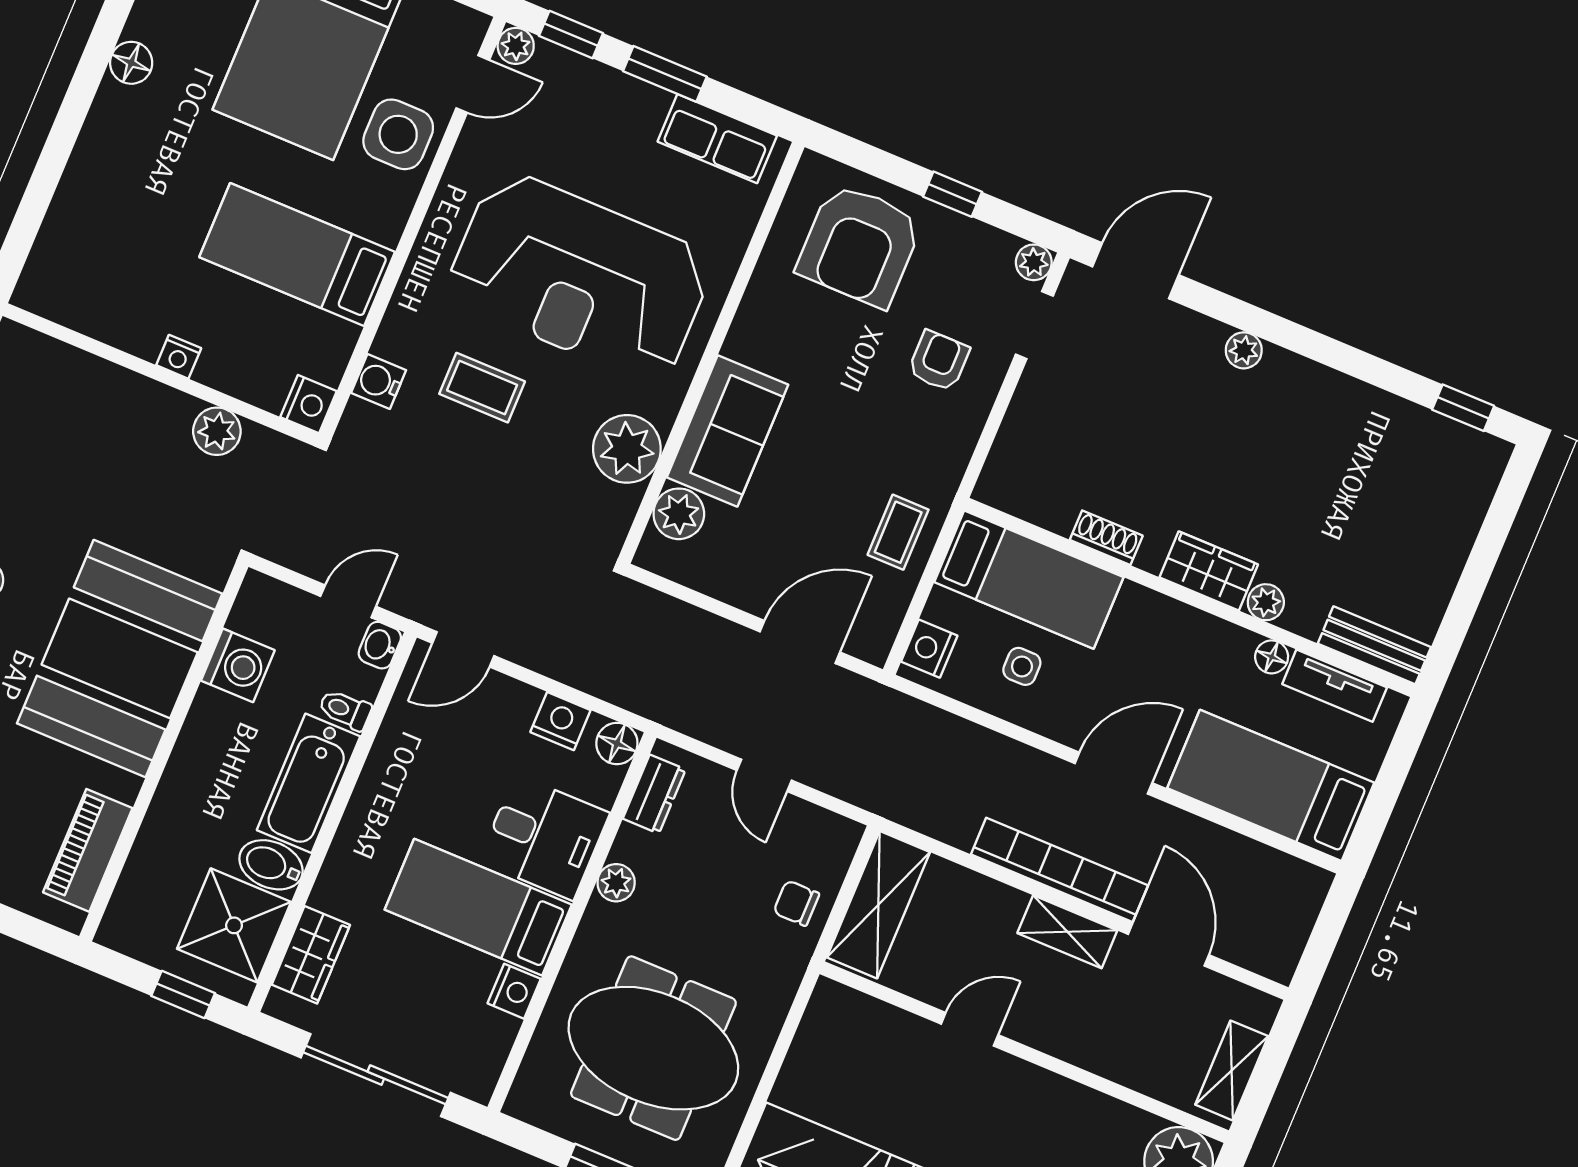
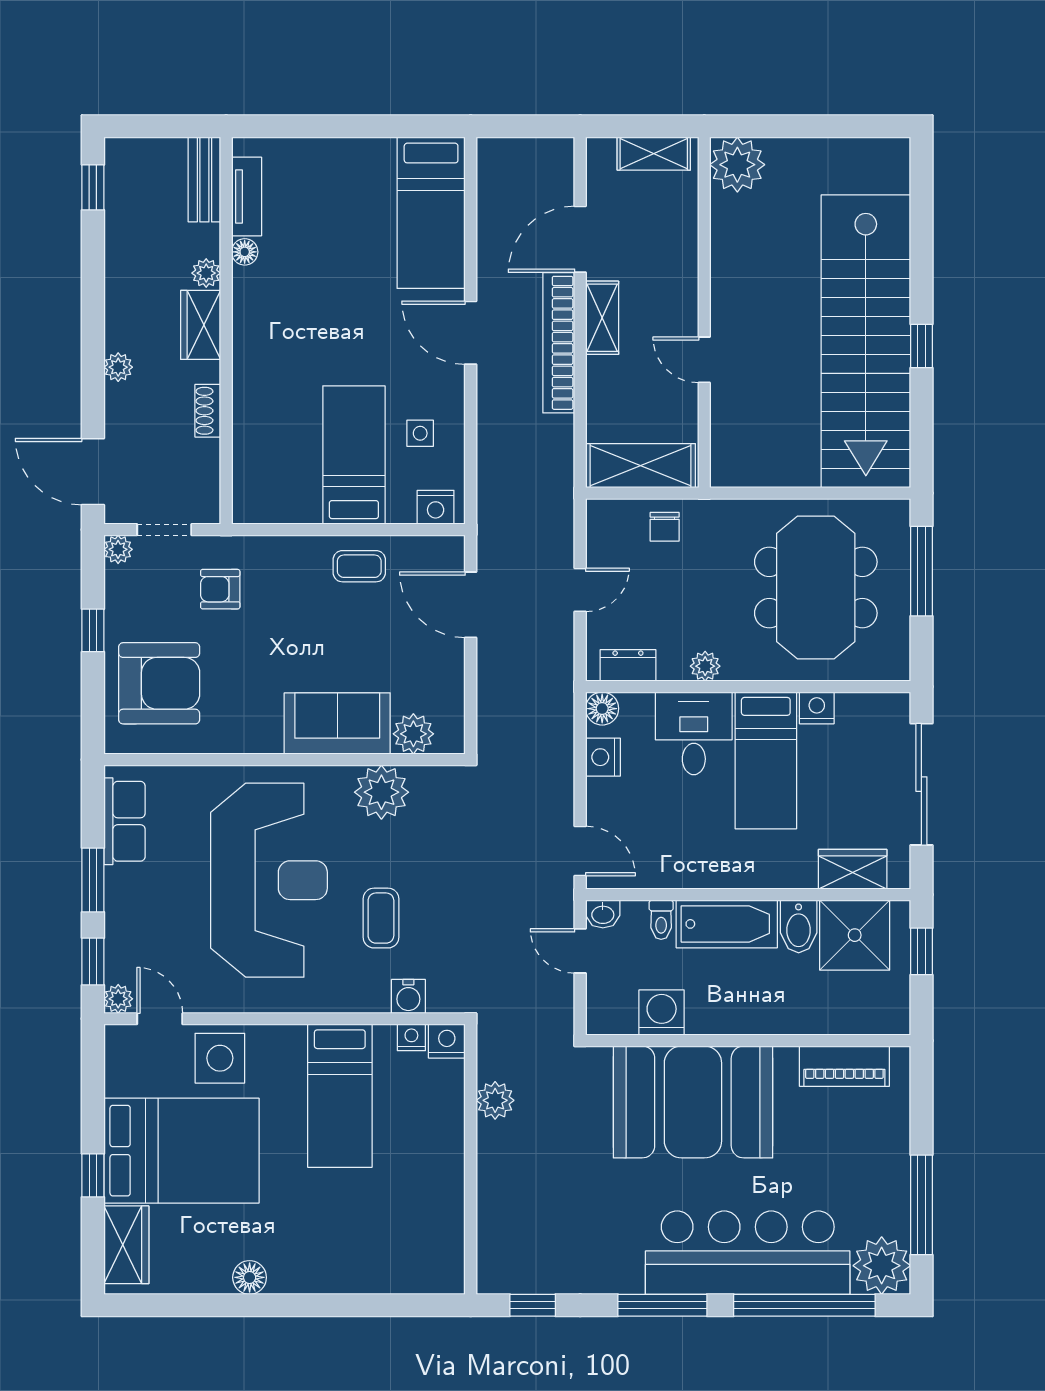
nightstand: (179, 357) -> (411, 1037), moved, turned -90
shoe rack: (1106, 538) -> (208, 411), moved
wardrobe: (1209, 571) -> (201, 325), moved
wall: (1190, 597) -> (226, 331), moved
plant: (1266, 602) -> (206, 273), moved
bench: (1374, 645) -> (204, 180), moved
floor lamp: (1272, 657) -> (245, 252), moved
tv unit: (1335, 686) -> (247, 196), moved

